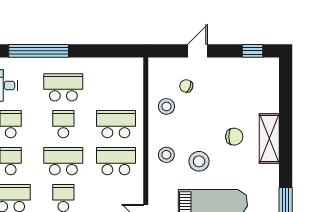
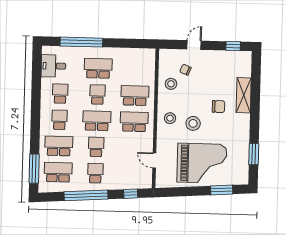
shelving: (269, 138) -> (244, 95), moved

